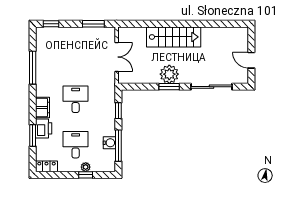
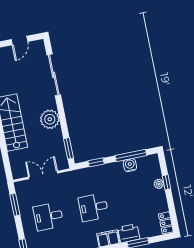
window: (169, 87) -> (68, 148), moved
desk: (76, 145) -> (48, 216), moved

